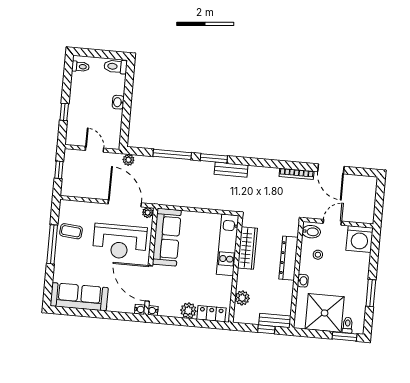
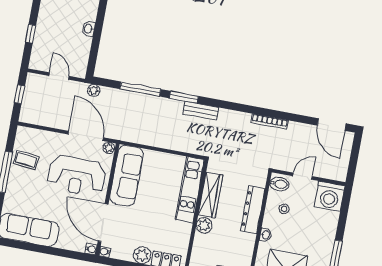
door: (331, 169) -> (332, 125), moved
plant: (242, 298) -> (204, 225), moved

